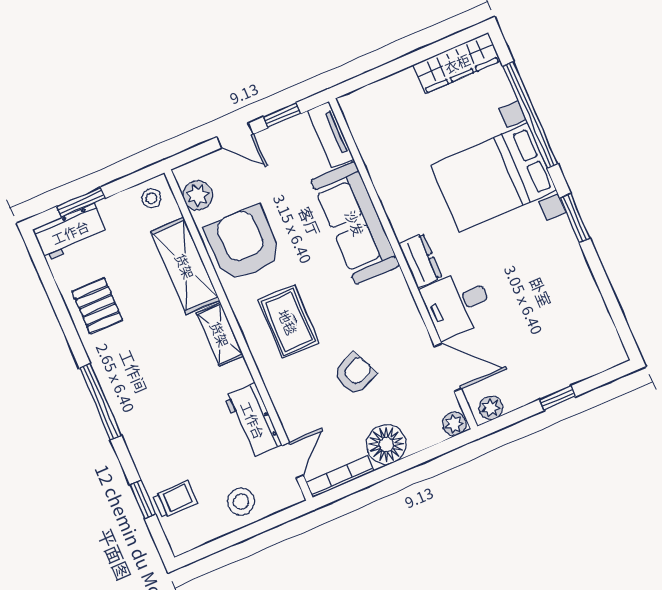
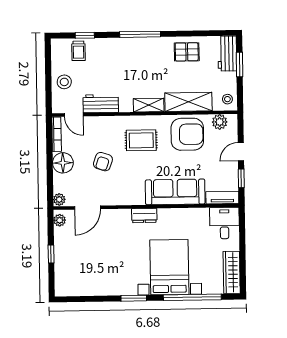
desk: (457, 304) -> (224, 223), moved
armchair: (355, 374) -> (103, 162), turned 44

